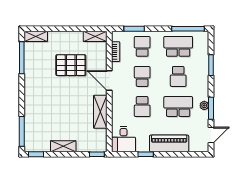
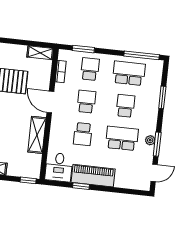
school desk: (178, 76) -> (125, 106), turned 180
piano: (169, 143) -> (93, 176), moved

